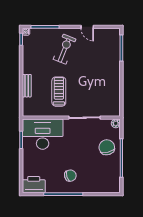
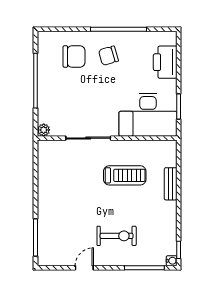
door: (87, 27) -> (84, 268), hinge flipped
exercise bike: (65, 49) -> (117, 236), turned -112
treadmill: (59, 92) -> (125, 175), turned -90
chair: (107, 147) -> (74, 56), moved, turned -75
printer: (34, 185) -> (165, 62), moved, turned 90

